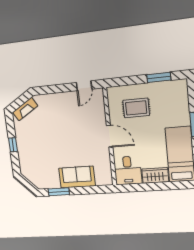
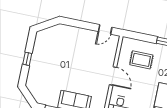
fireplace: (25, 109) -> (49, 32), removed

